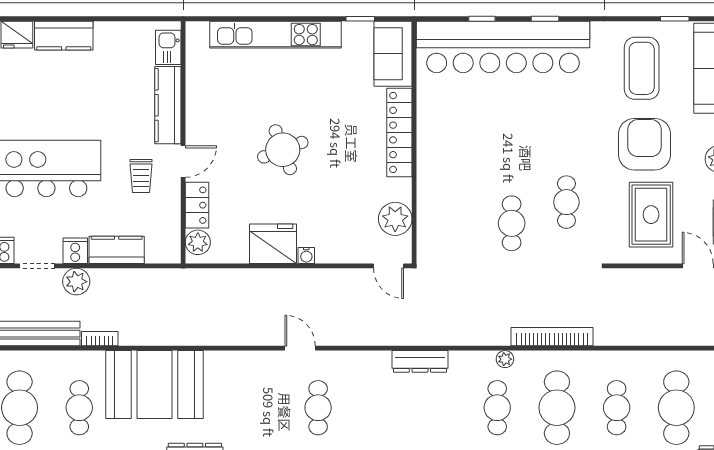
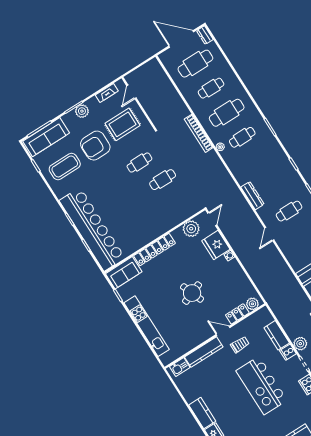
fridge: (273, 244) -> (216, 245), moved
dresser: (420, 361) -> (252, 196), moved

